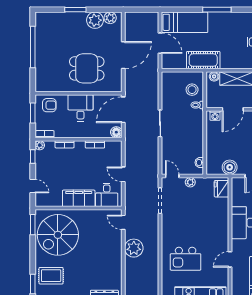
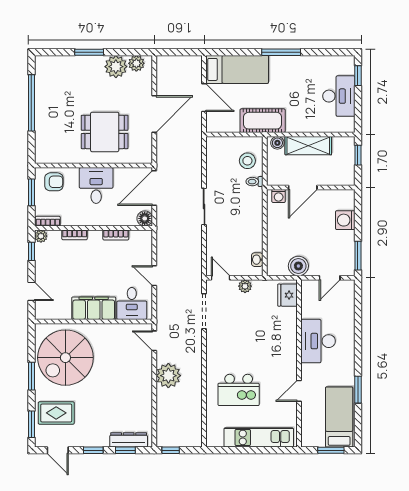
window: (33, 225) -> (31, 376), moved

